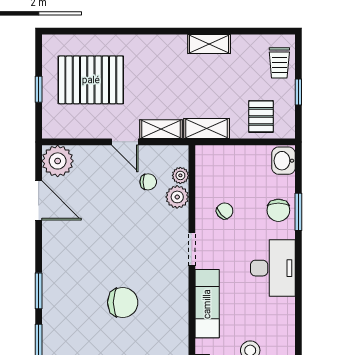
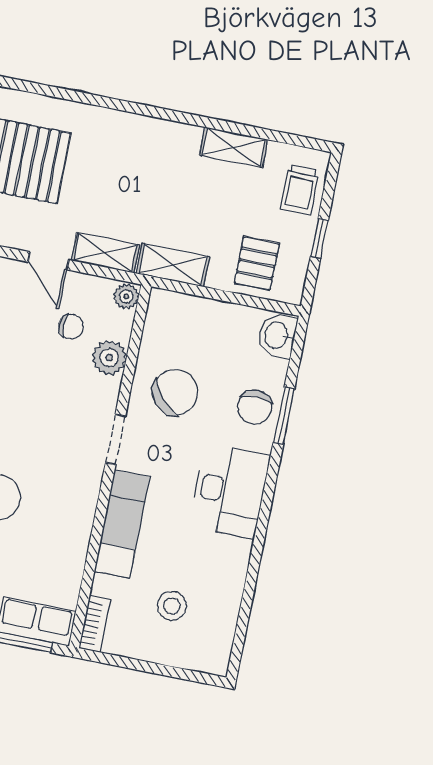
shelving: (209, 44) -> (234, 147), moved
plant: (180, 175) -> (126, 296), moved
chair: (225, 211) -> (175, 392), width x1.87, depth x1.87

